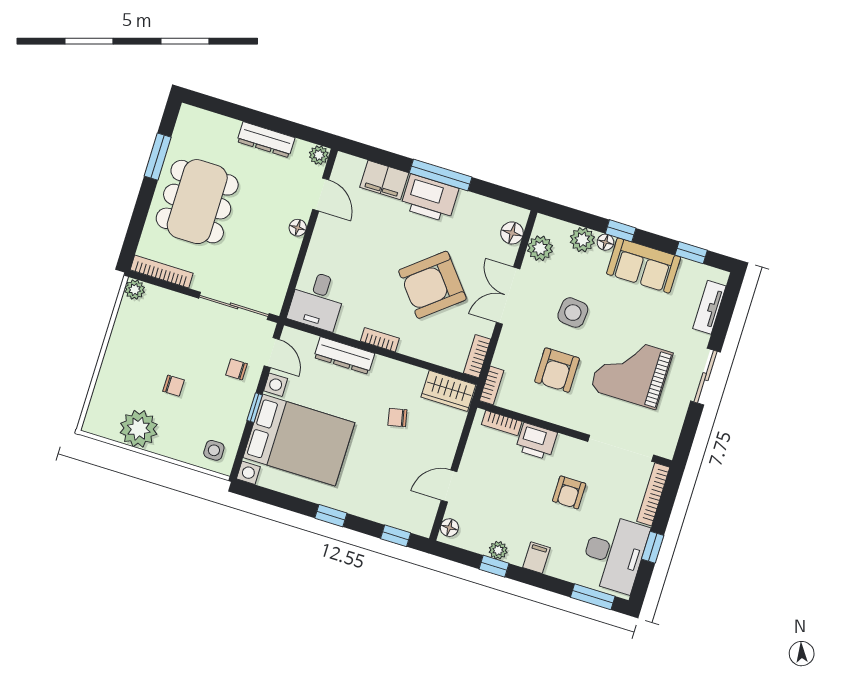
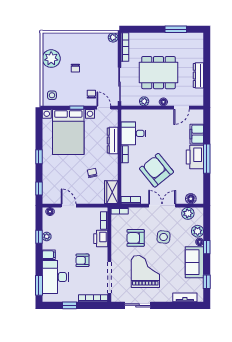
plant: (319, 155) -> (144, 101), moved
dining table: (197, 202) -> (158, 73), moved
desk: (317, 300) -> (134, 133), moved
door: (272, 353) -> (104, 108), swing flipped
sliding door: (705, 377) -> (138, 305), moved
desk: (614, 554) -> (55, 277), moved, turned 90

